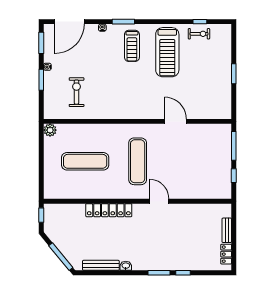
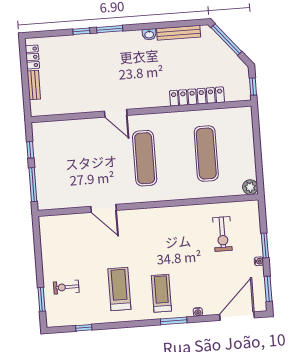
exercise bike: (199, 34) -> (66, 287), moved
treadmill: (167, 52) -> (119, 289), width x0.73, depth x0.73
window: (234, 74) -> (42, 299), moved
exercise mat: (85, 161) -> (206, 154), turned 90
locker: (109, 210) -> (197, 96), moved

